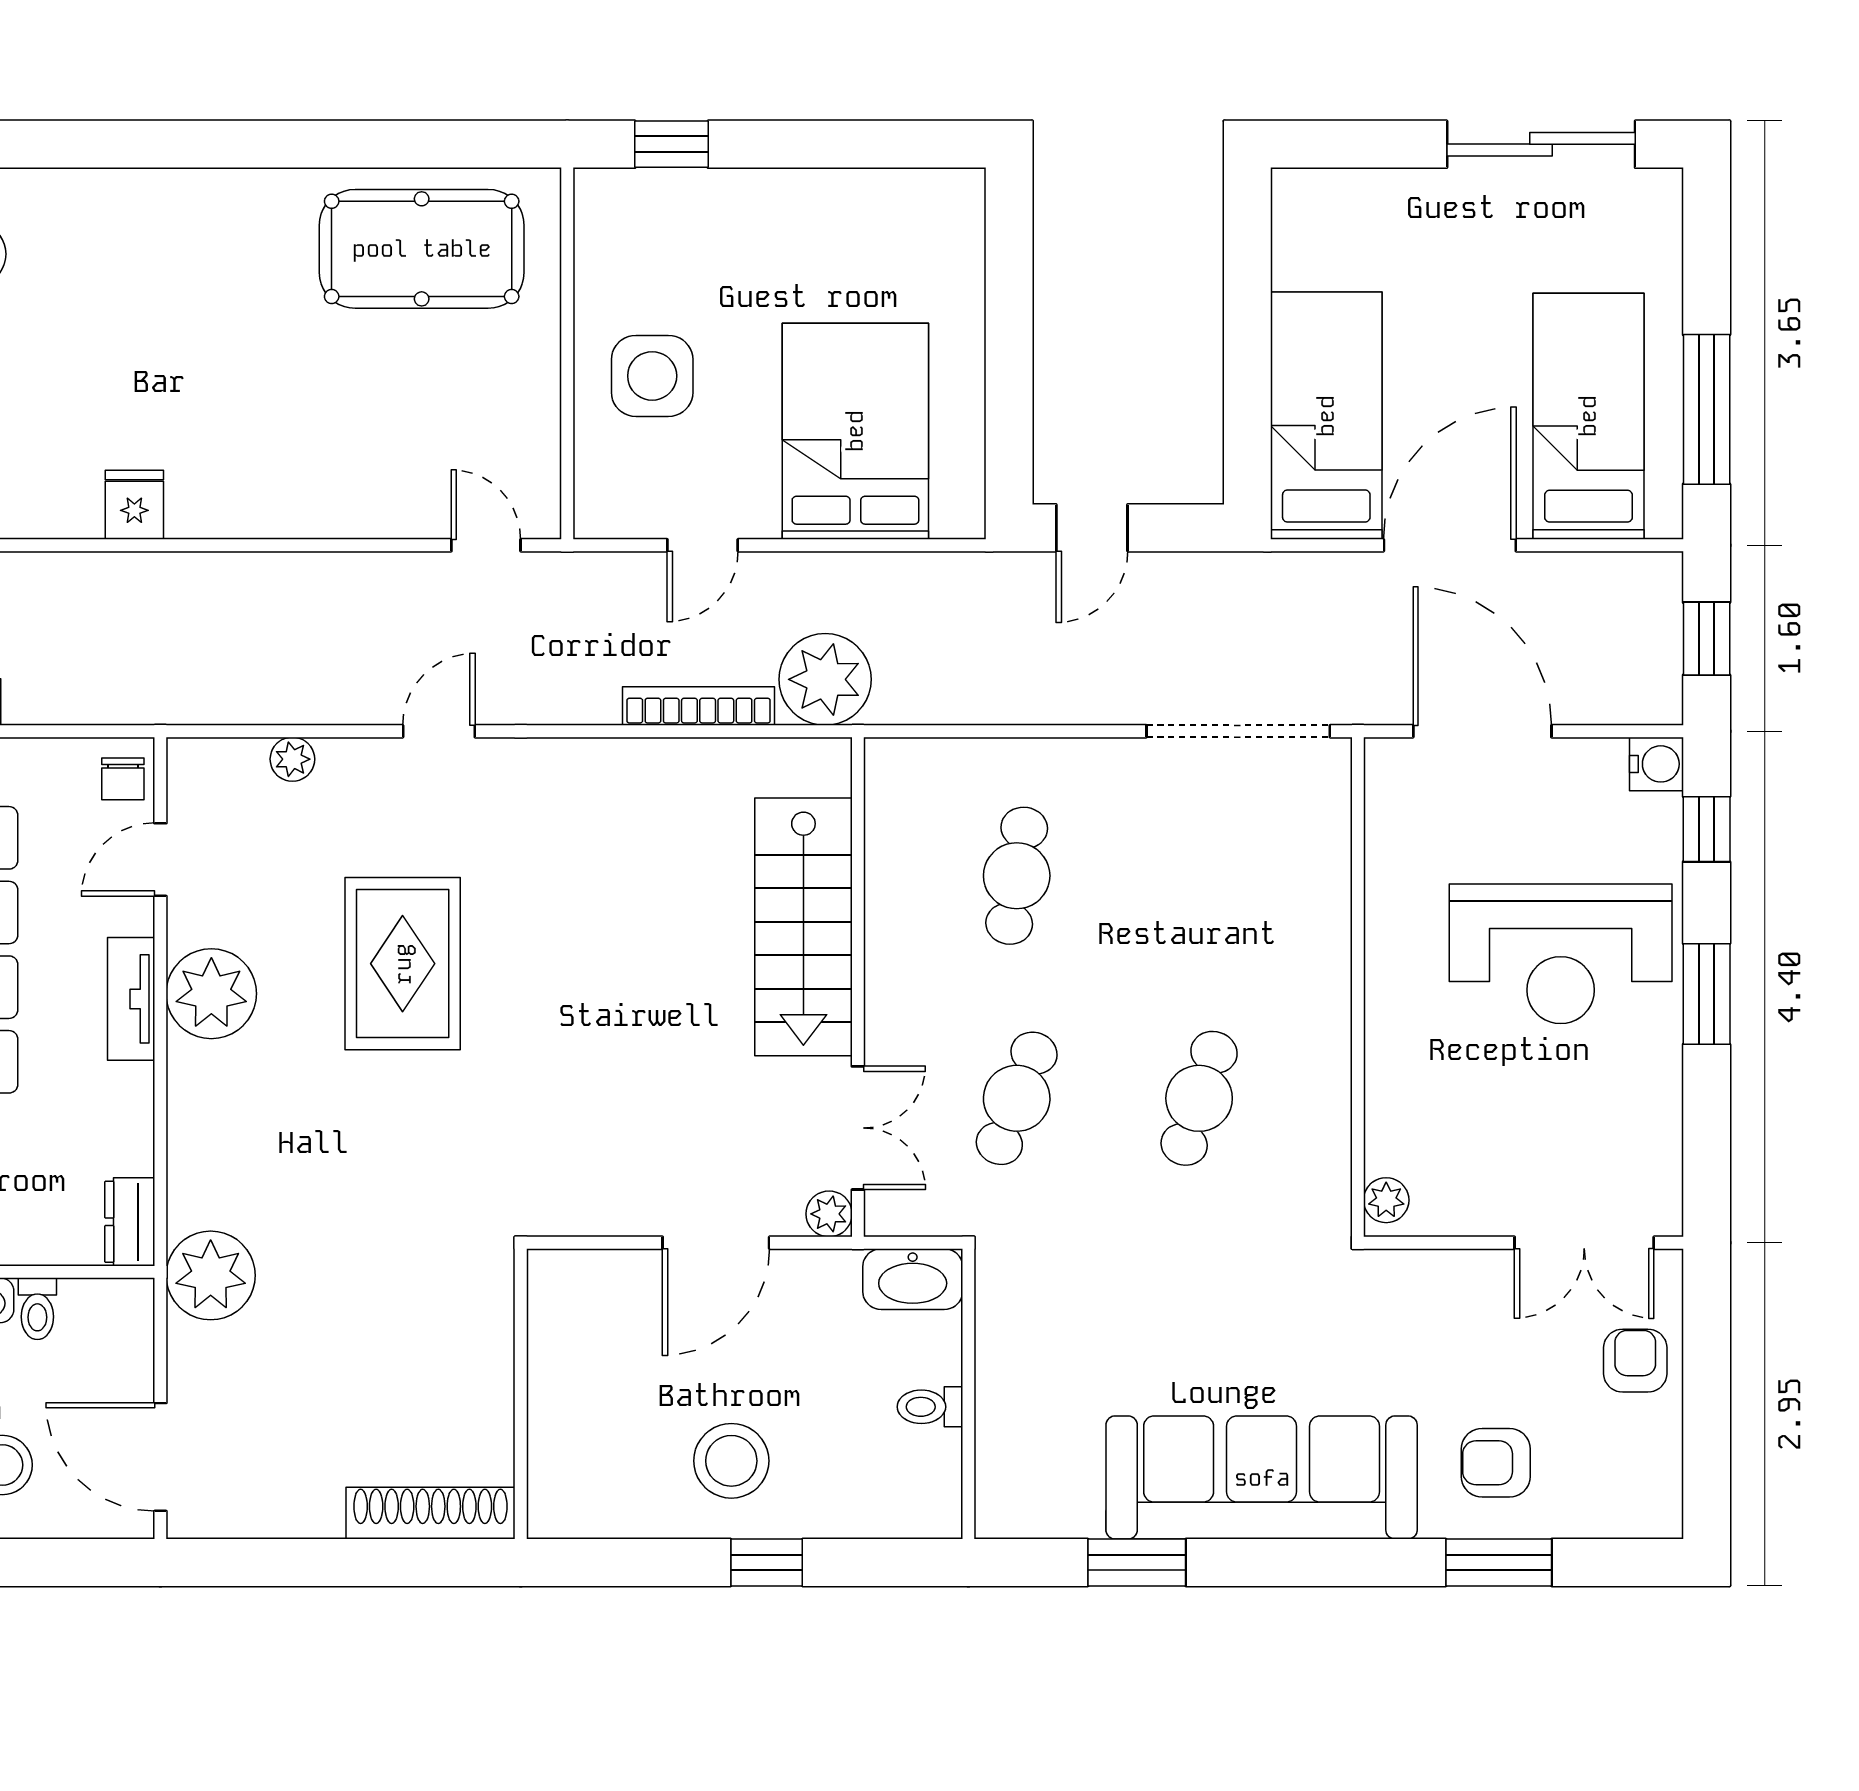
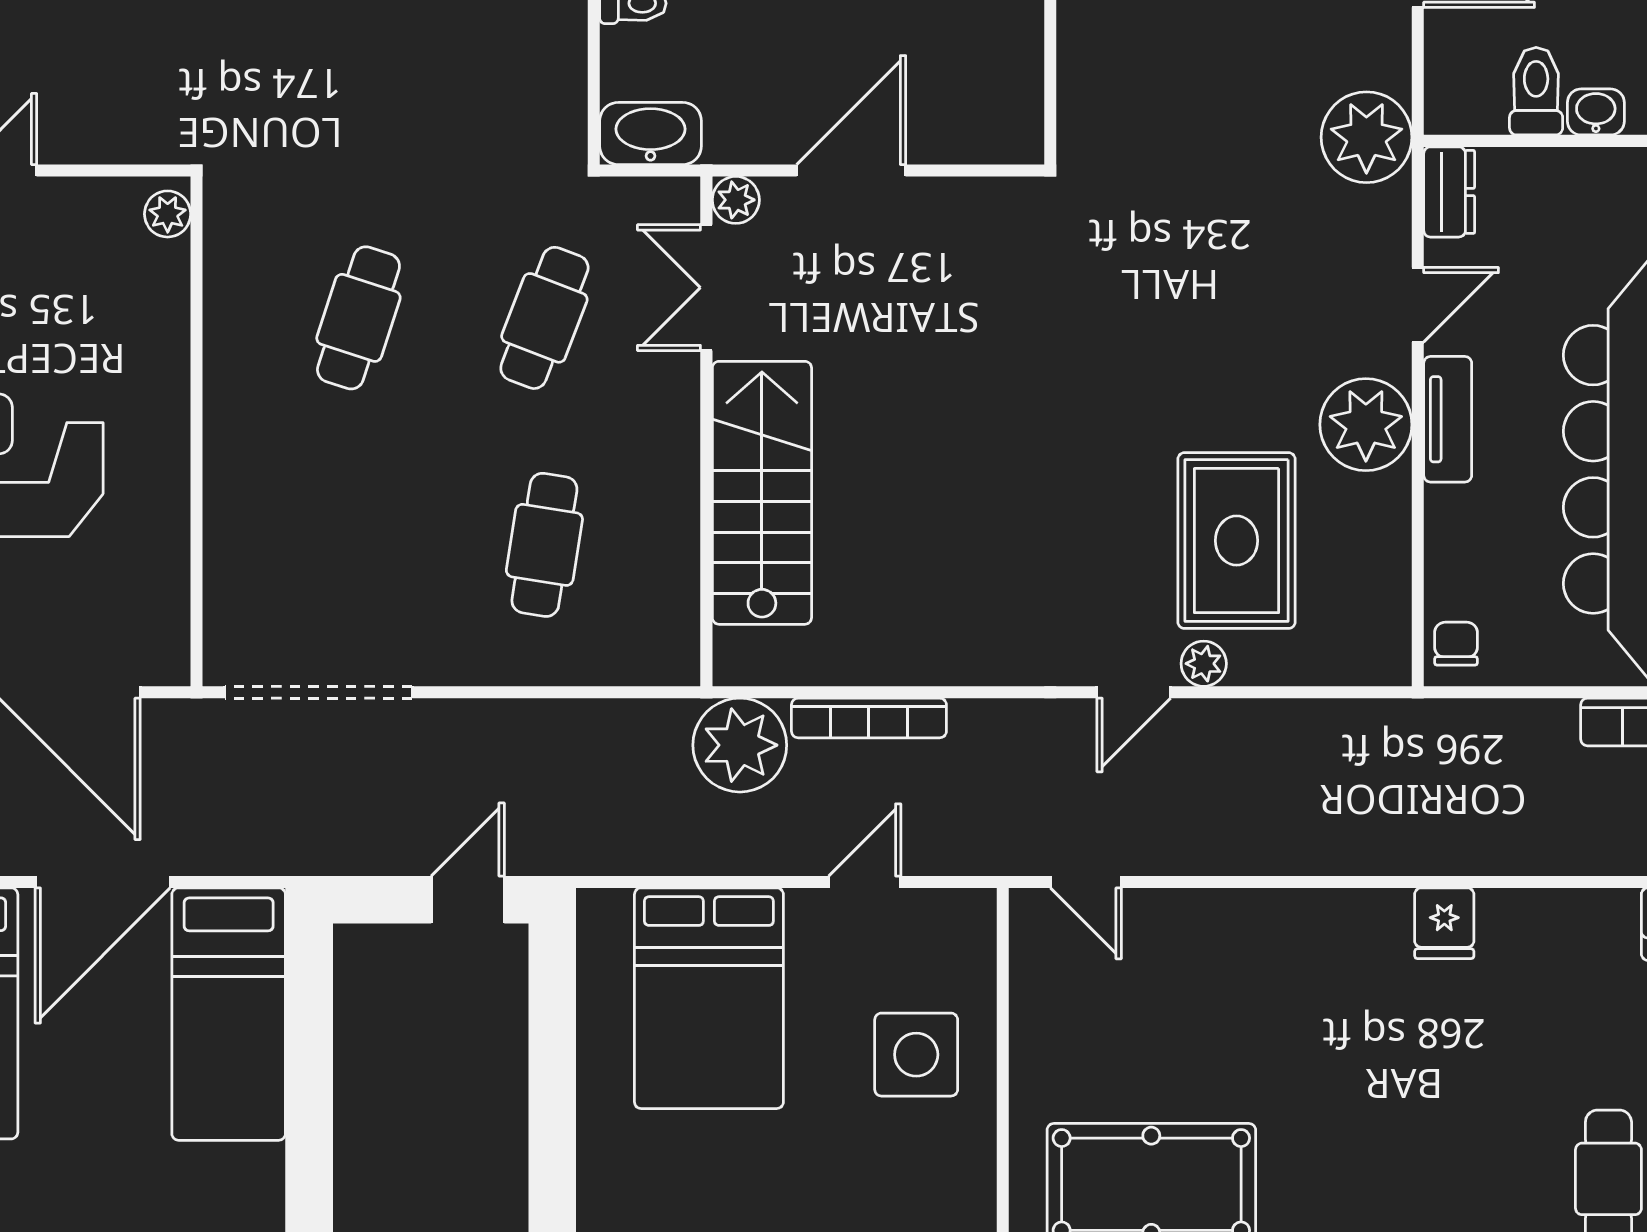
plant: (292, 759) -> (1204, 664), moved
door: (160, 860) -> (1418, 305), moved
rug: (403, 964) -> (1236, 541), moved
toilet: (37, 1309) -> (1536, 91), width x1.37, depth x1.39

